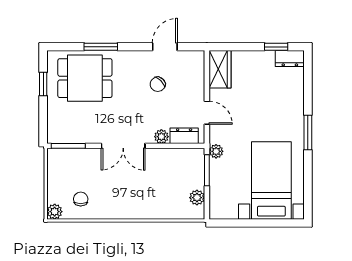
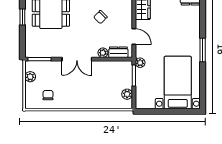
plant: (55, 212) -> (30, 77), moved

